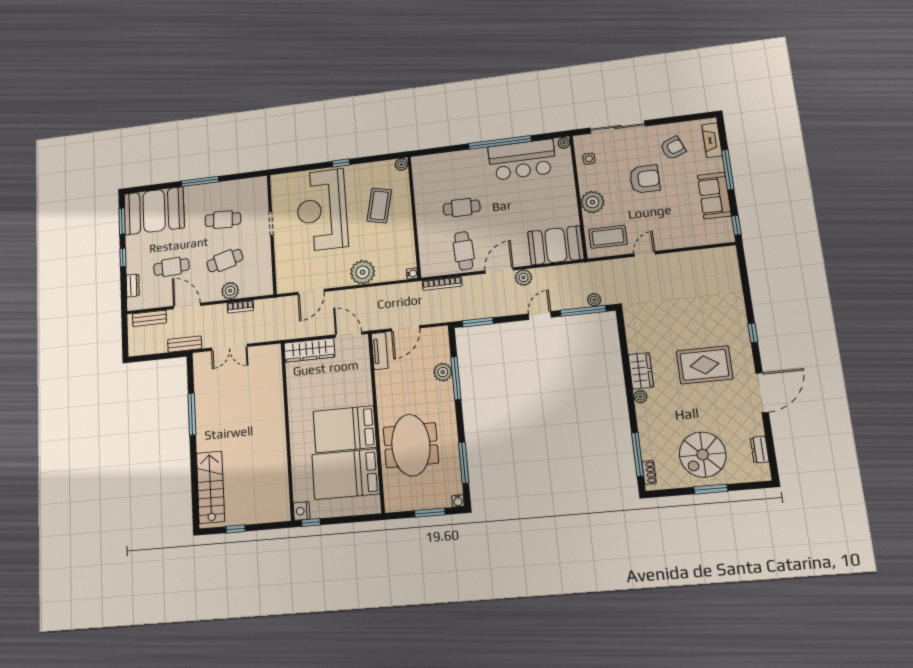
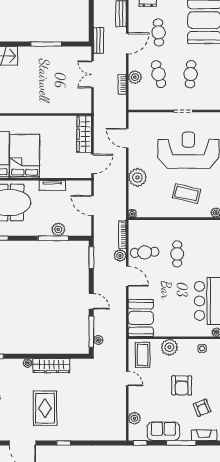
plant: (701, 237) -> (134, 418), added
plant: (523, 277) -> (120, 256), moved
tv unit: (380, 351) -> (52, 186), moved
wardrobe: (641, 371) -> (51, 366), width x1.50

